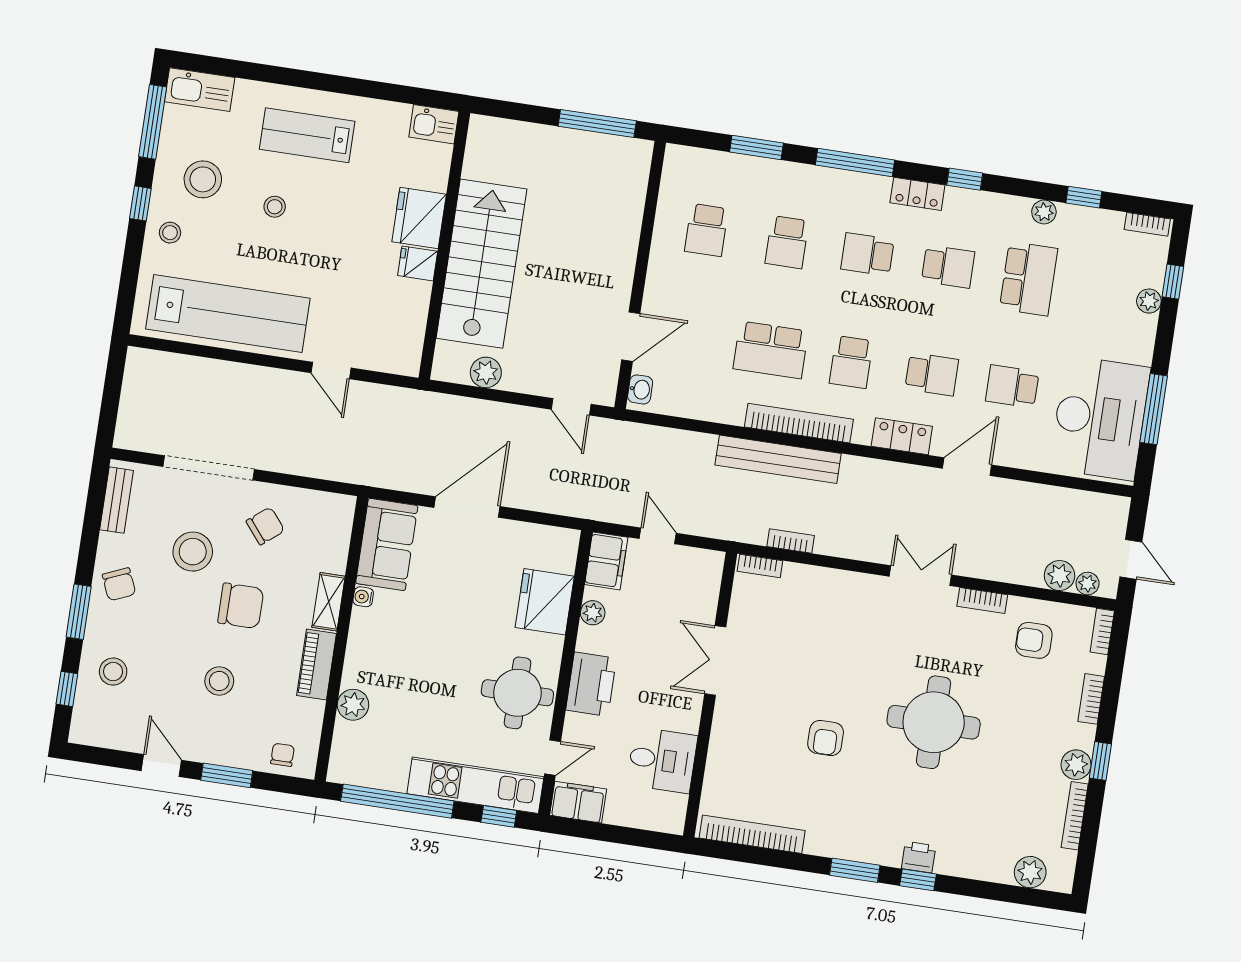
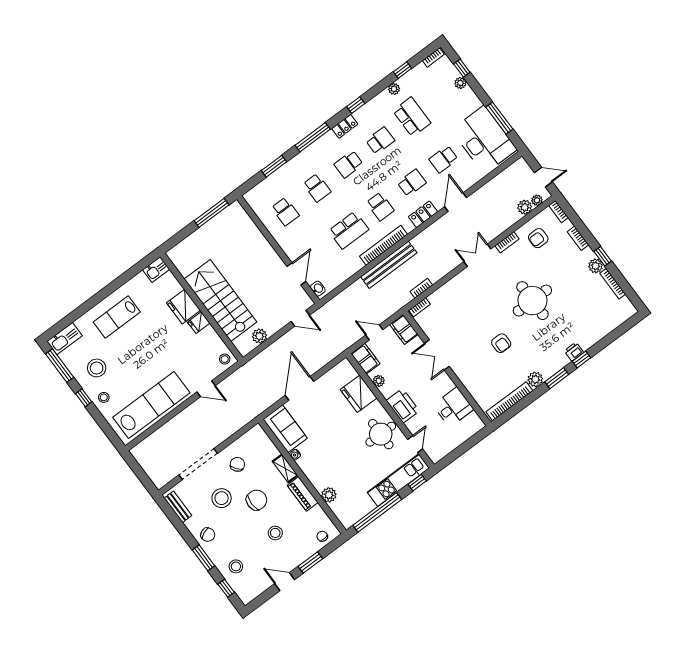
stool: (275, 207) -> (225, 359), moved
filing cabinet: (578, 802) -> (404, 330), moved, turned -90
plant: (1030, 872) -> (535, 379), moved

